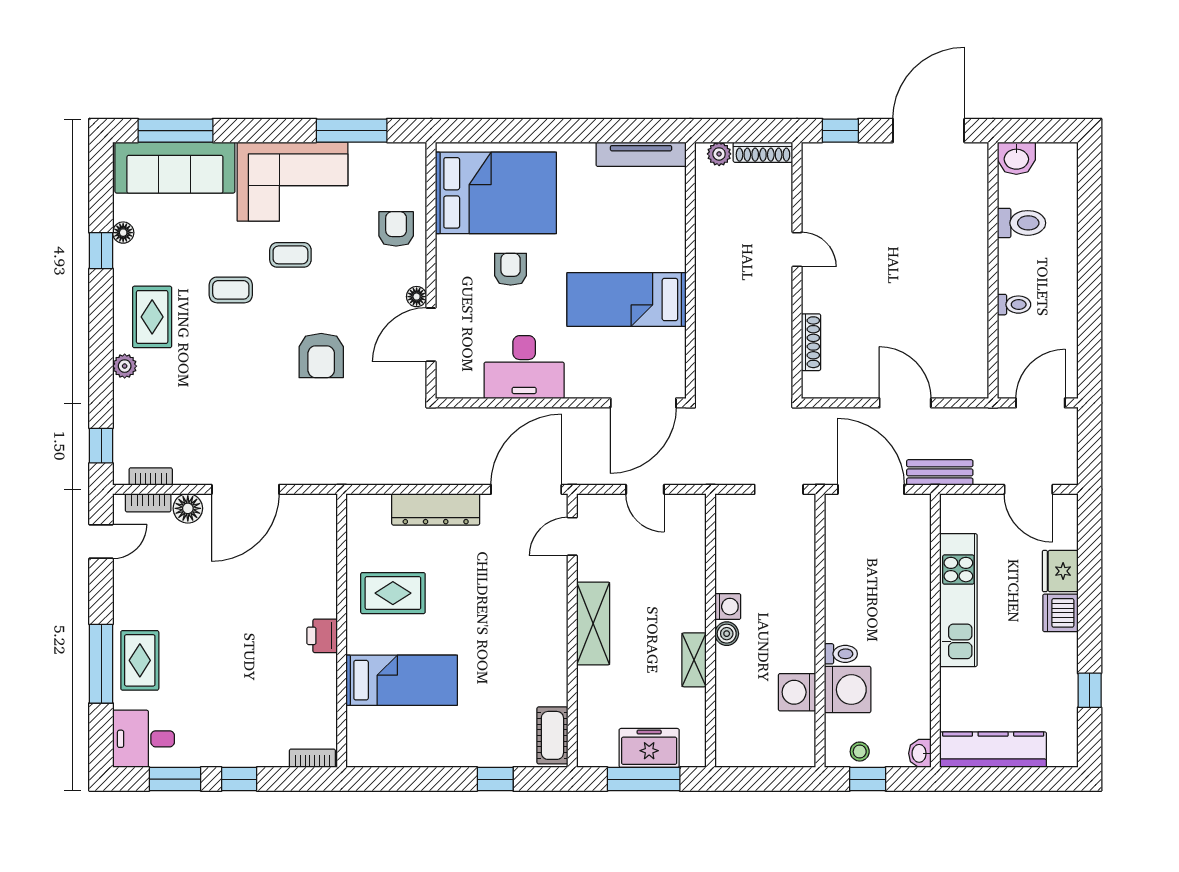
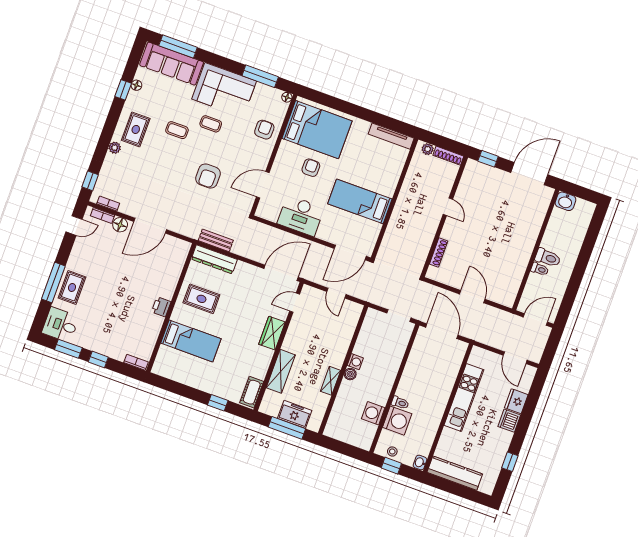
toilet: (1021, 223) -> (548, 258), moved
floor lamp: (417, 297) -> (287, 97), moved
bench: (940, 472) -> (216, 240), moved
dresser: (436, 509) -> (214, 259), moved
wardrobe: (550, 610) -> (272, 333), added
shelving: (593, 623) -> (281, 371), moved

